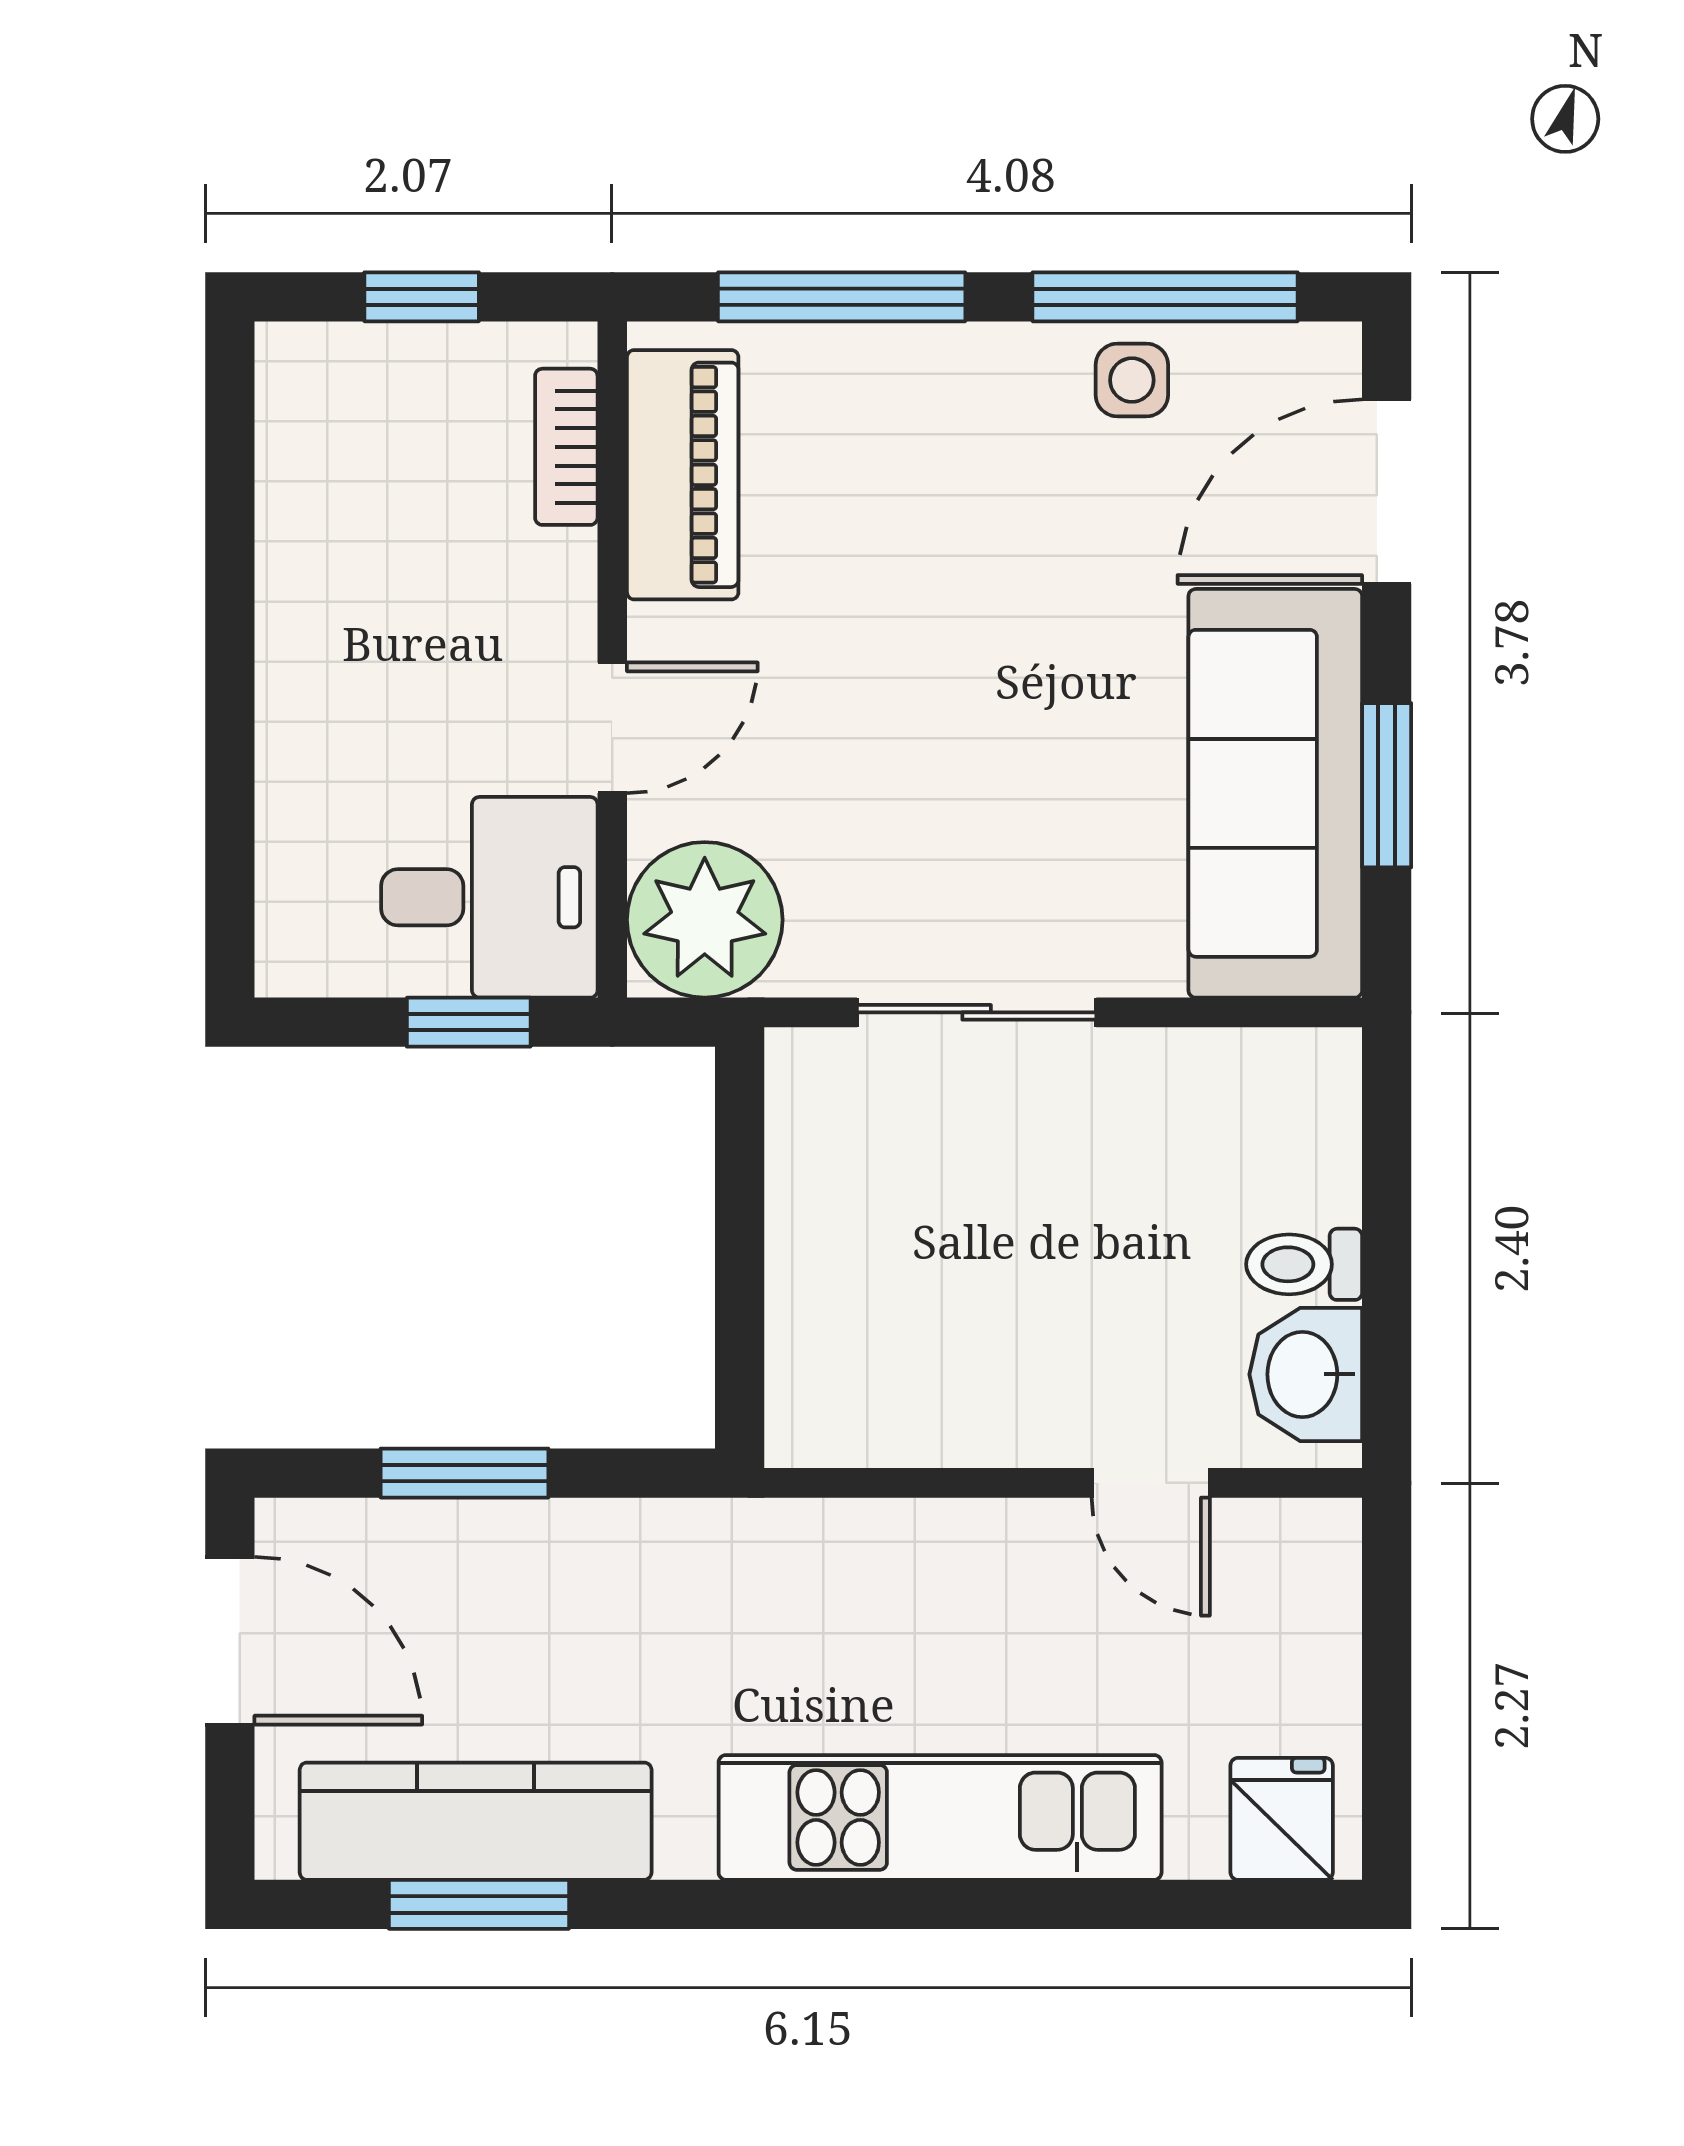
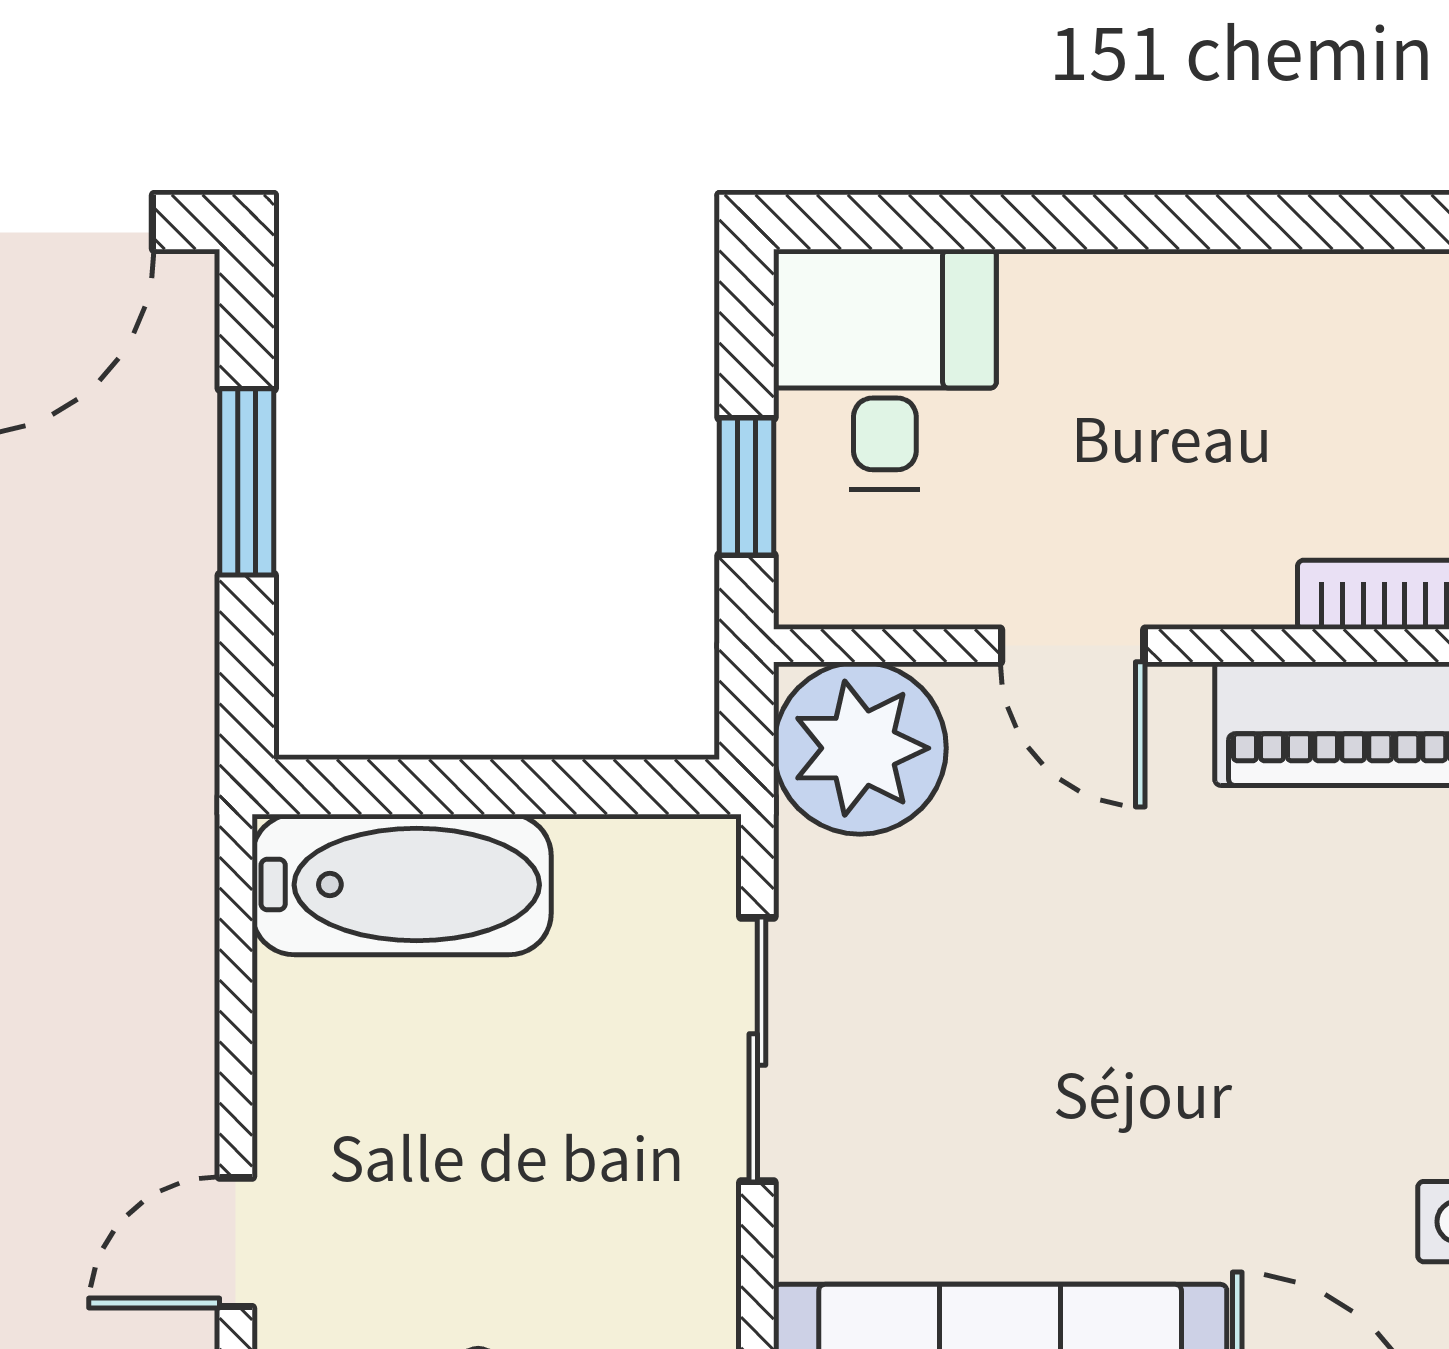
desk: (489, 897) -> (885, 369), moved, turned 180
bathtub: (828, 1333) -> (402, 885), added

